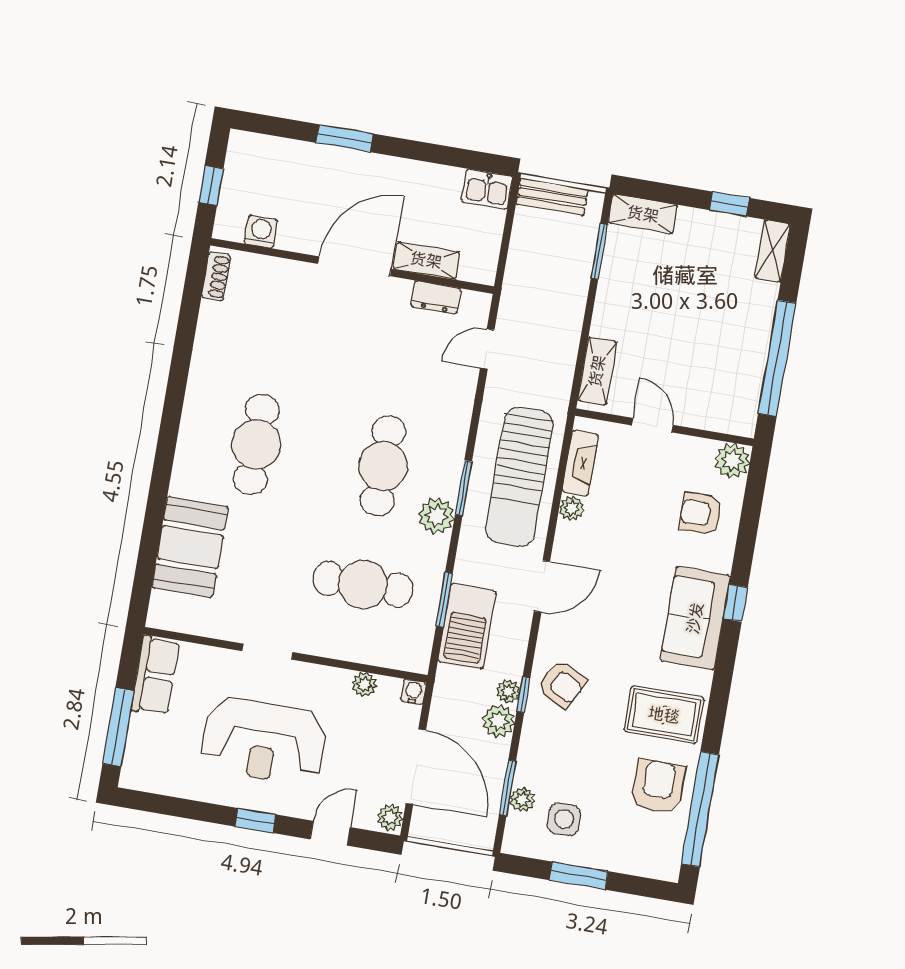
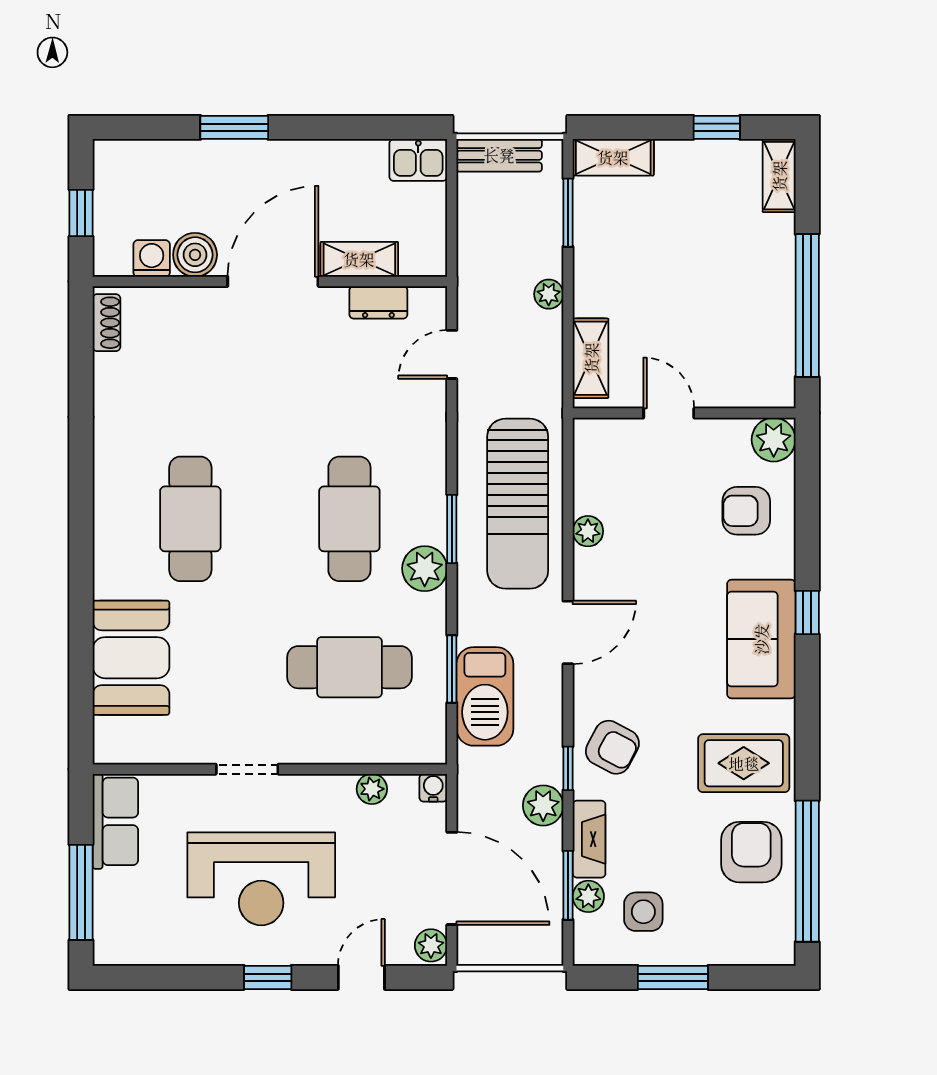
boiler: (296, 234) -> (195, 255), added
fireplace: (580, 463) -> (589, 839), moved
plant: (508, 691) -> (549, 294), moved

